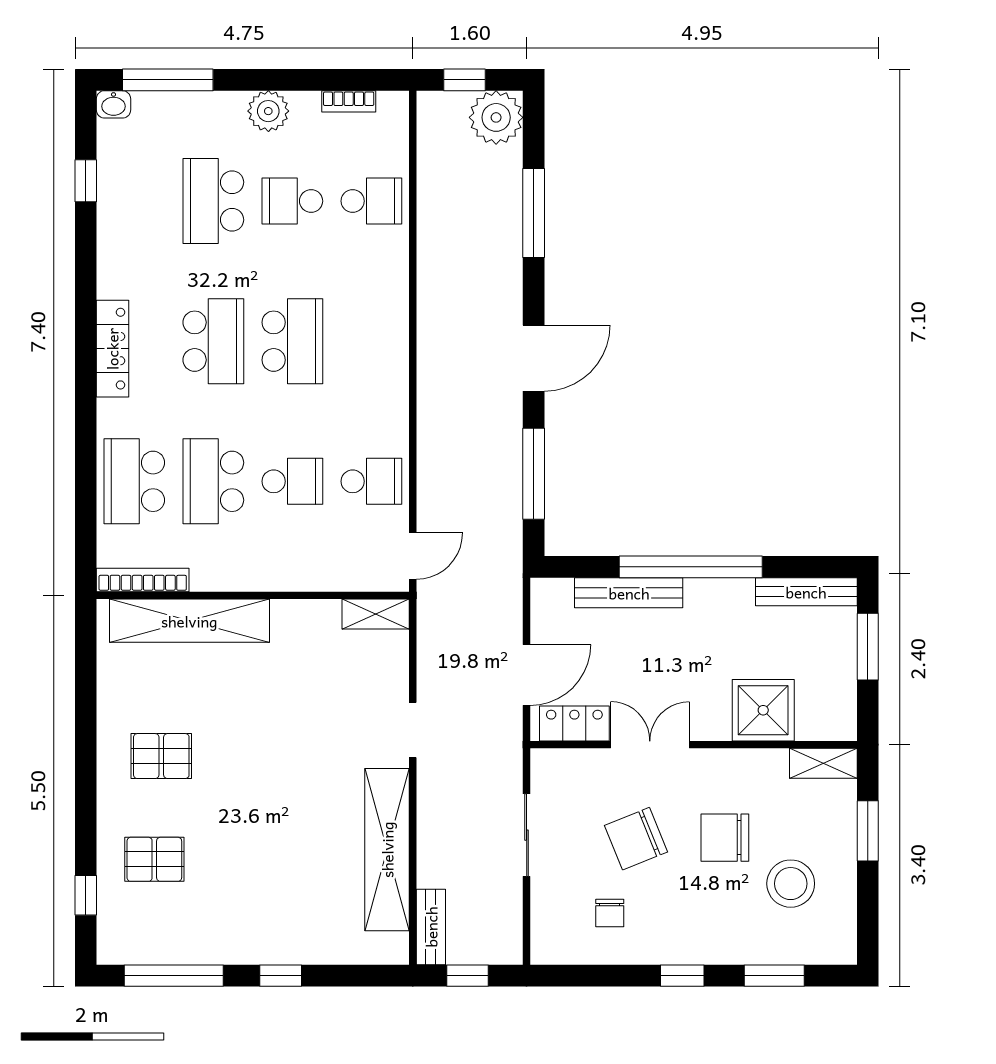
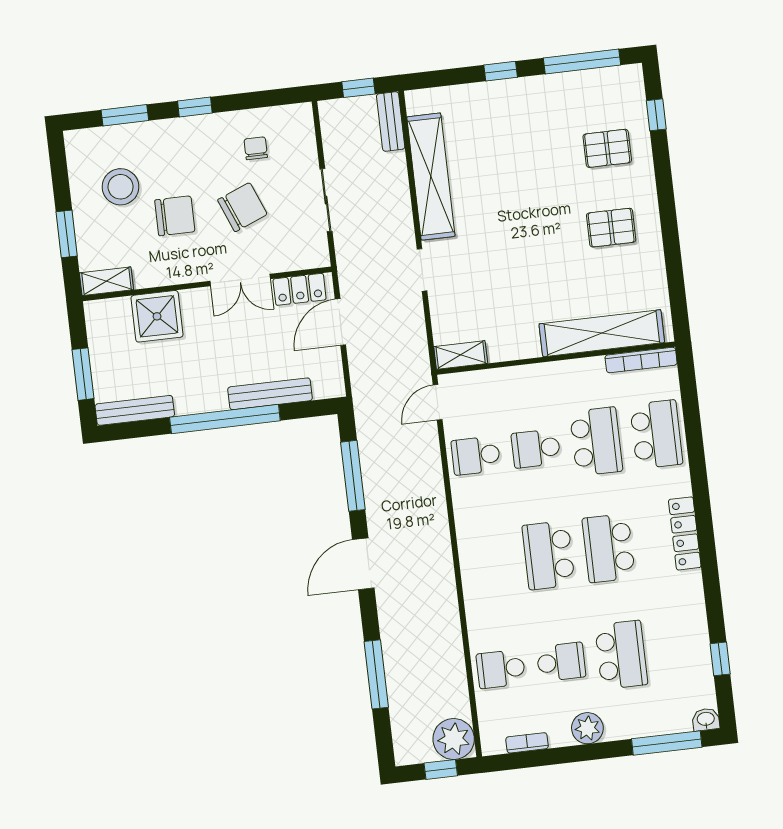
plant: (496, 117) -> (454, 739), moved

